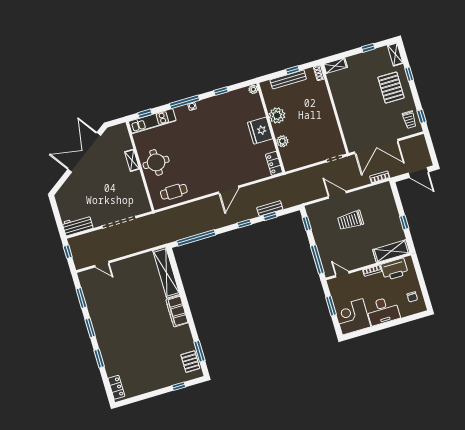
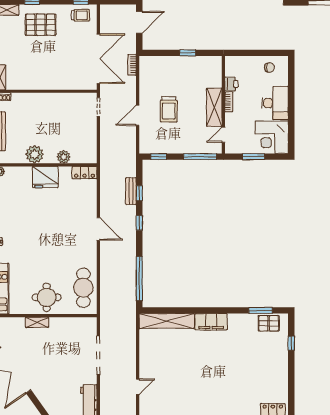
cafe table: (174, 192) -> (83, 288), width x1.37, depth x1.35
shelving: (391, 251) -> (214, 107), moved
printer: (394, 269) -> (231, 84), width x0.53, depth x0.68

